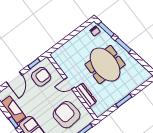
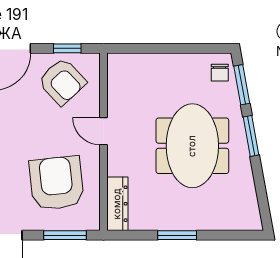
armchair: (41, 77) -> (62, 81), turned 47
dresser: (86, 95) -> (117, 204), moved

